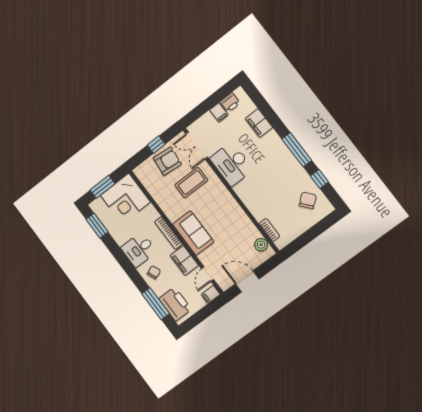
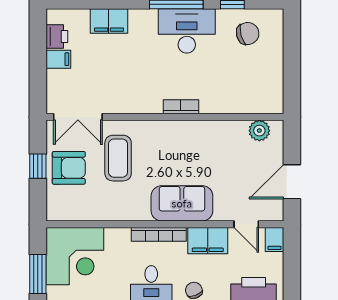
armchair: (167, 161) -> (69, 168), turned 84
desk: (232, 164) -> (187, 31), moved, turned 180
chair: (308, 200) -> (248, 33), turned 115
bookcase: (269, 230) -> (181, 107), moved

